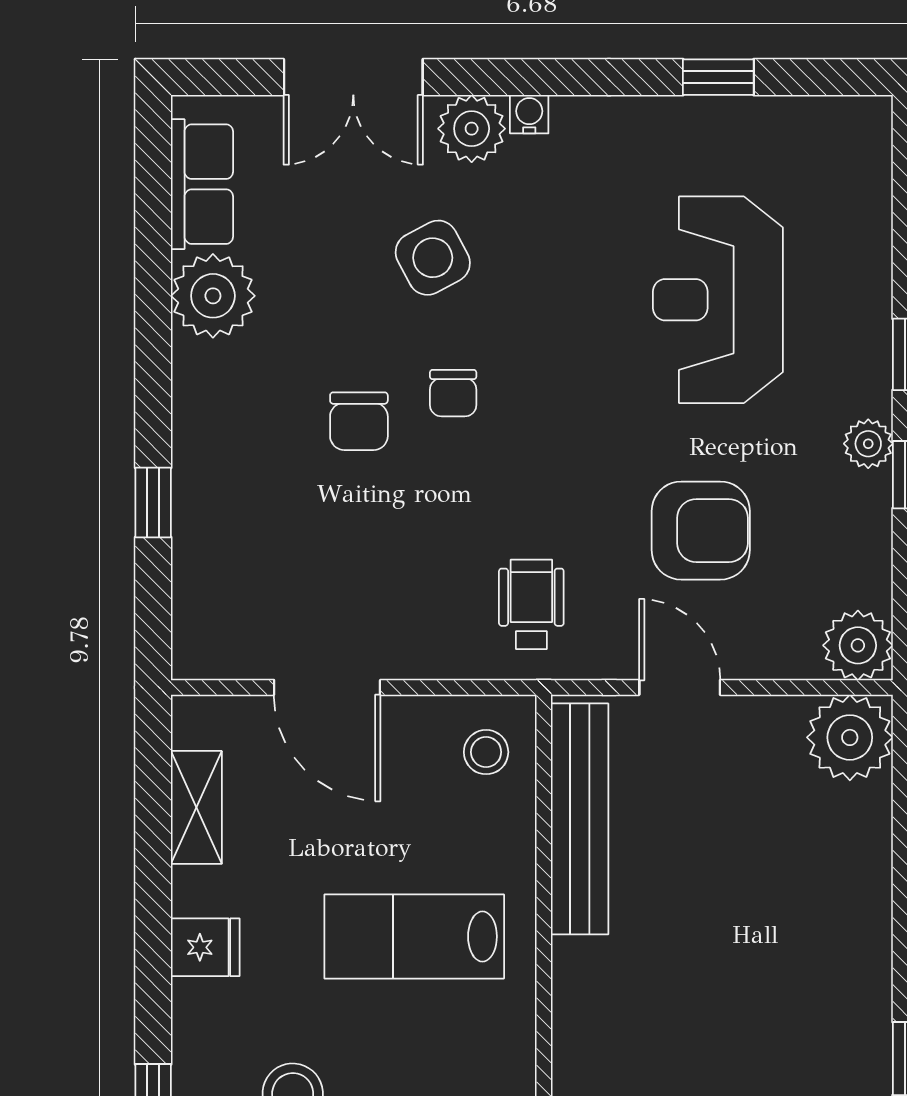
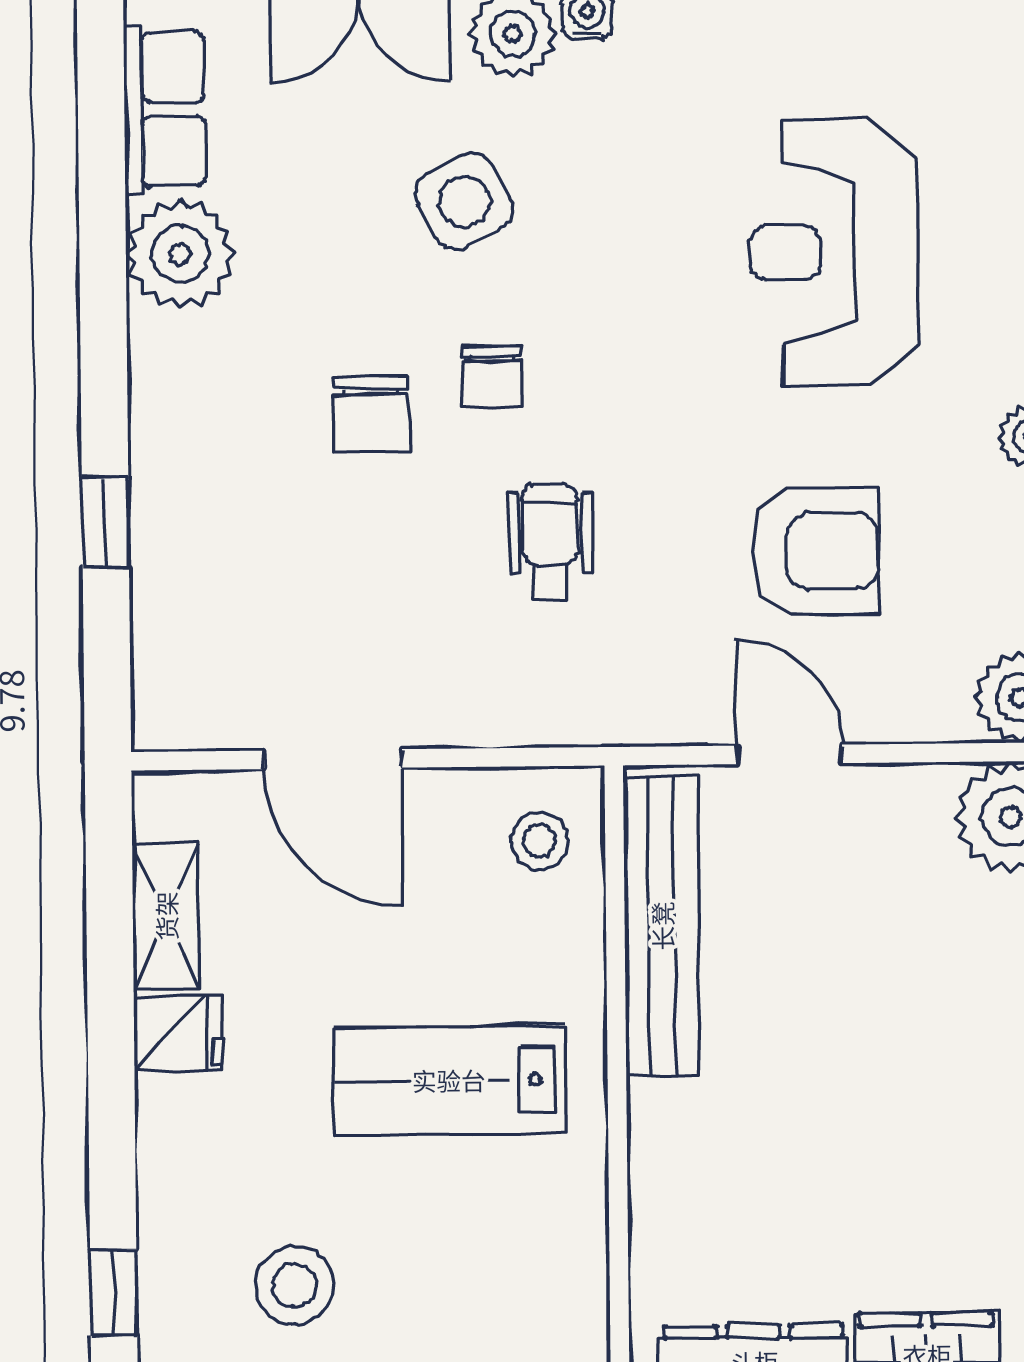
wheelchair: (531, 604) -> (550, 542), moved
fridge: (205, 947) -> (178, 1033), moved

